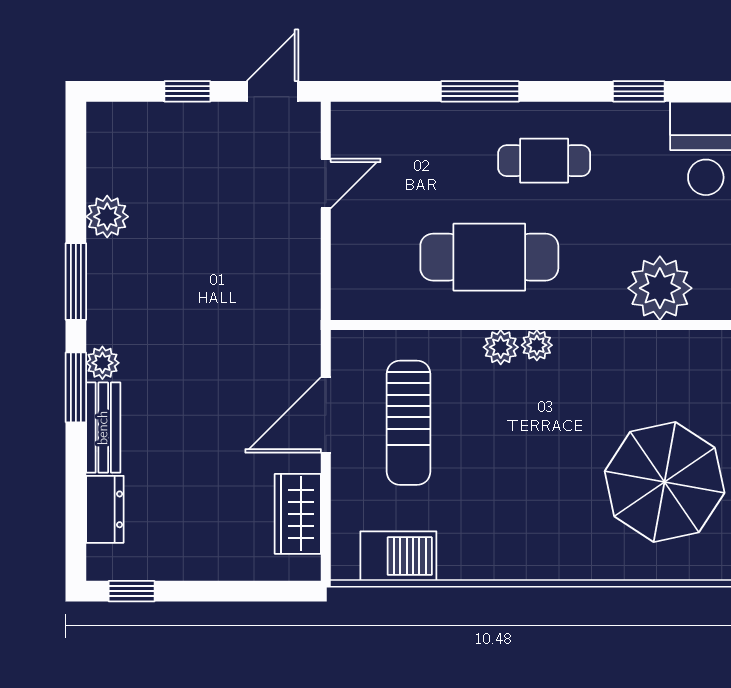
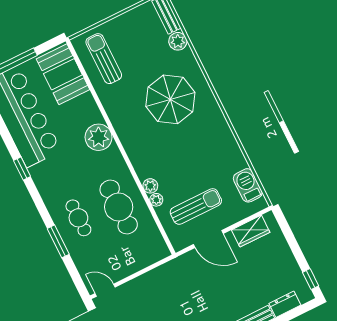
window: (639, 91) -> (22, 168), moved
cafe table: (544, 161) -> (78, 218), moved
door: (326, 183) -> (105, 290), moved
plant: (537, 345) -> (156, 200), moved

